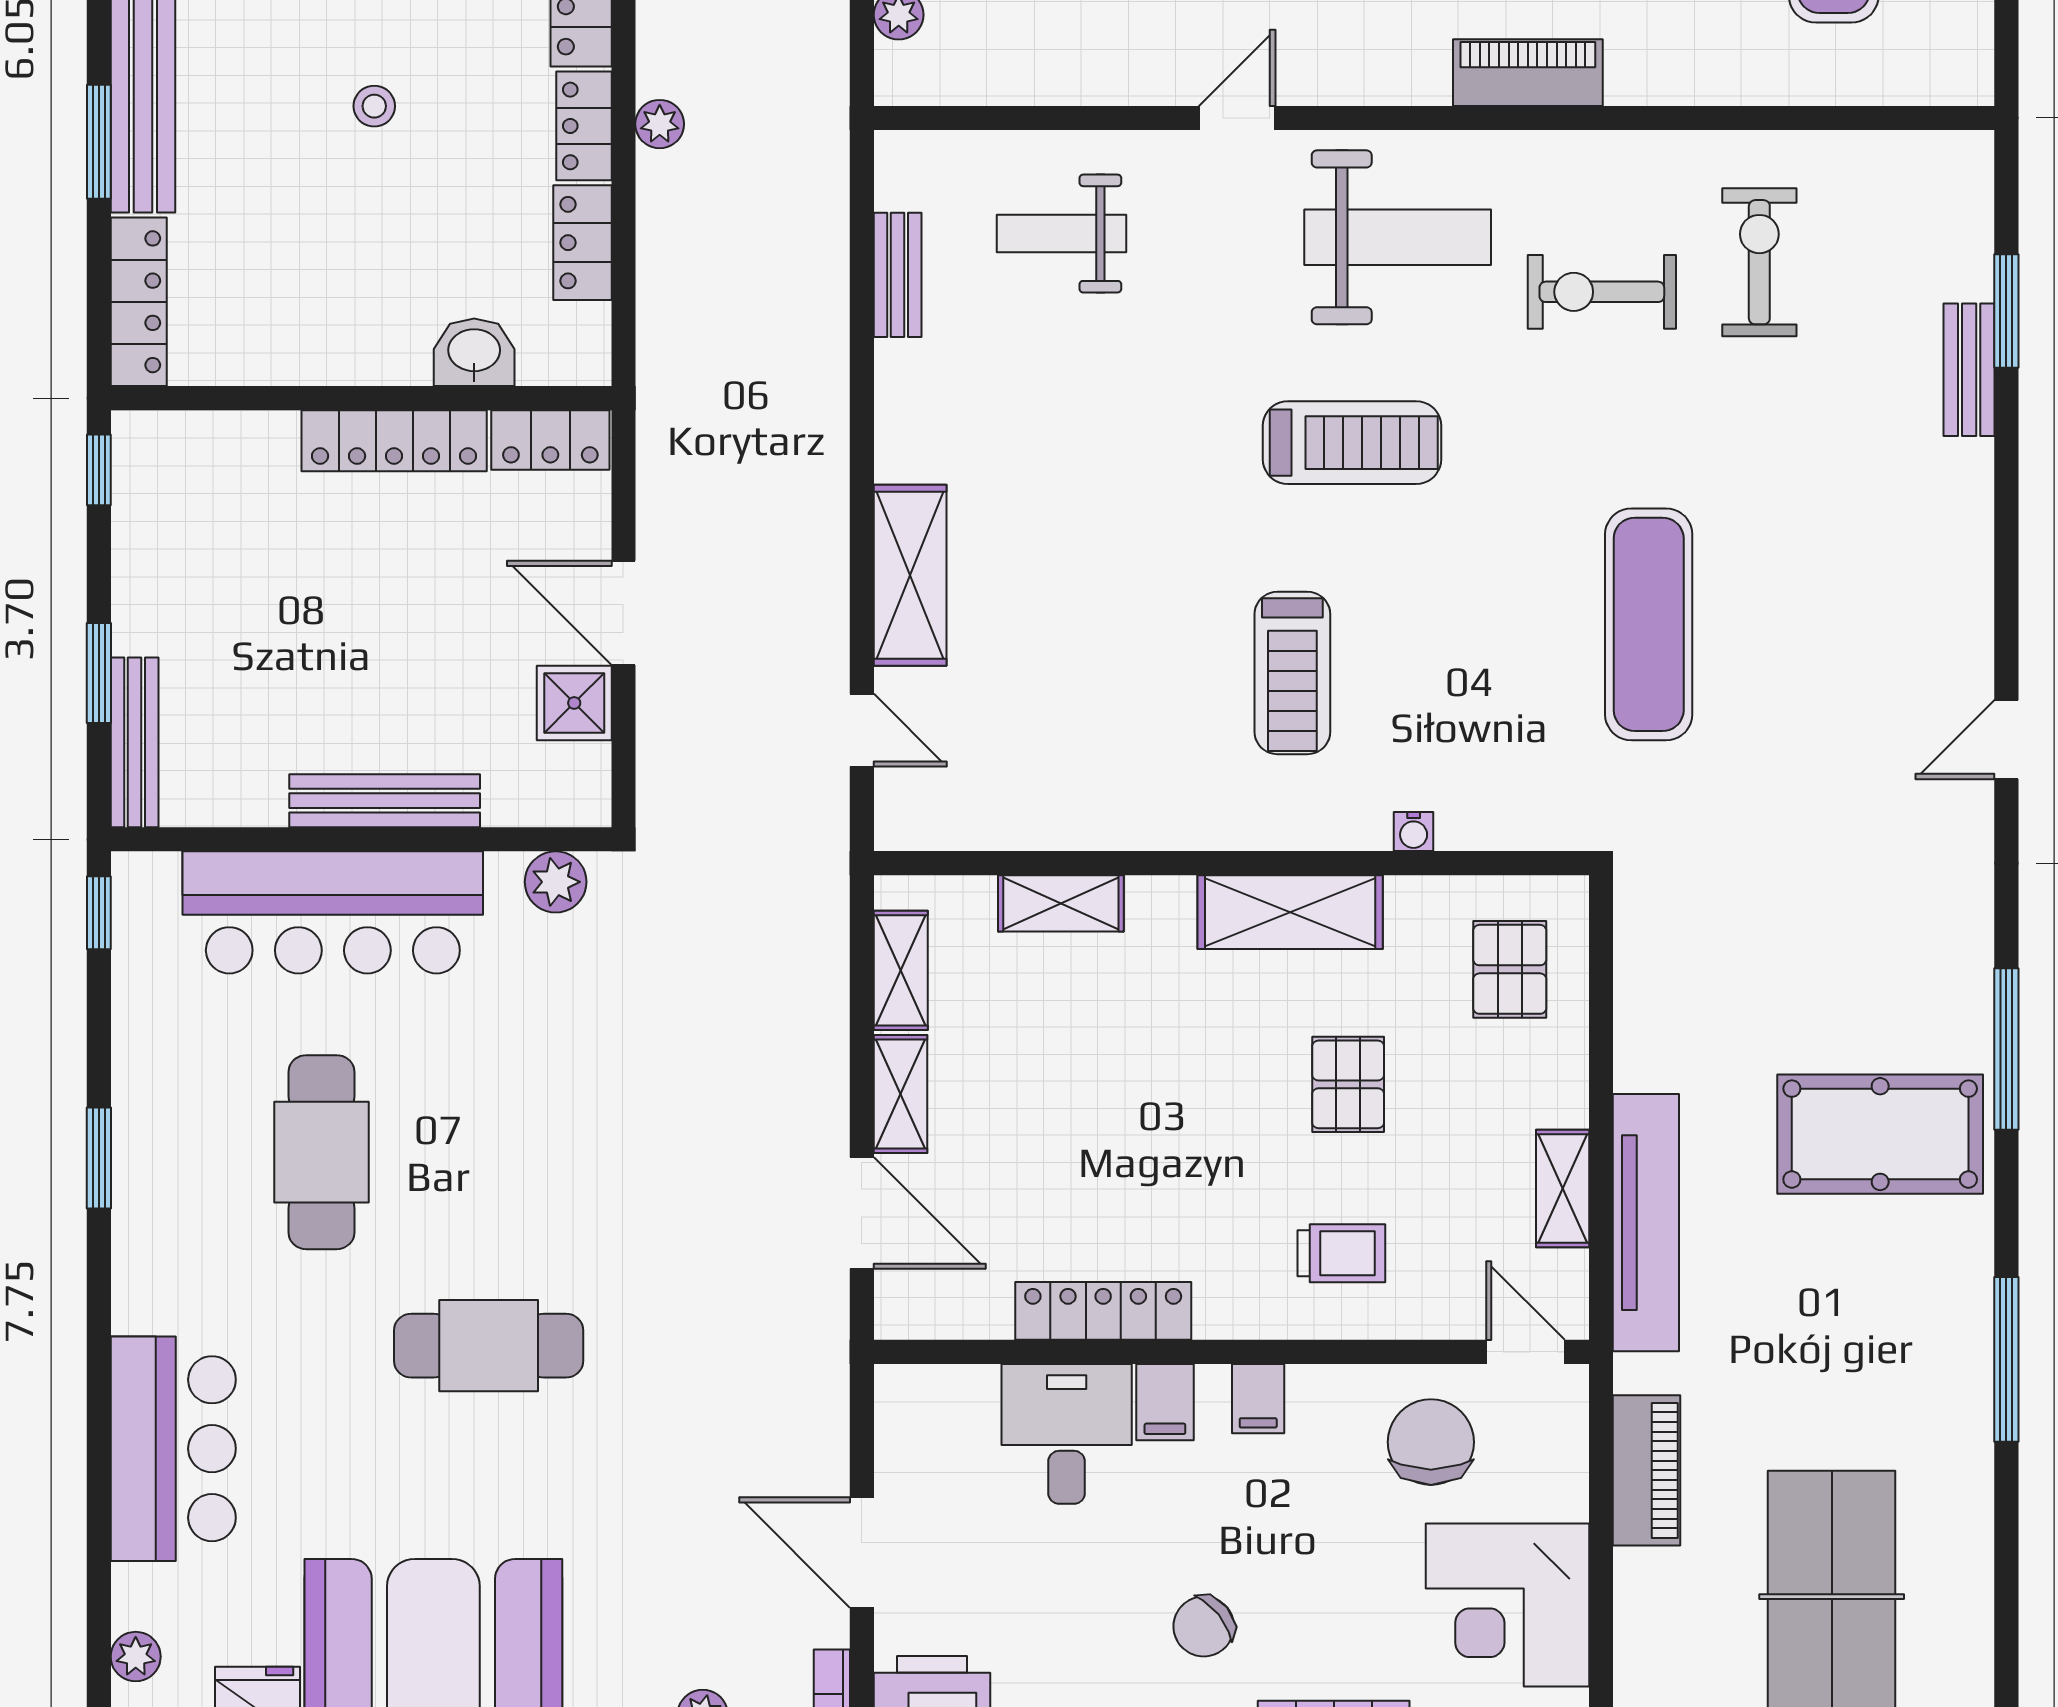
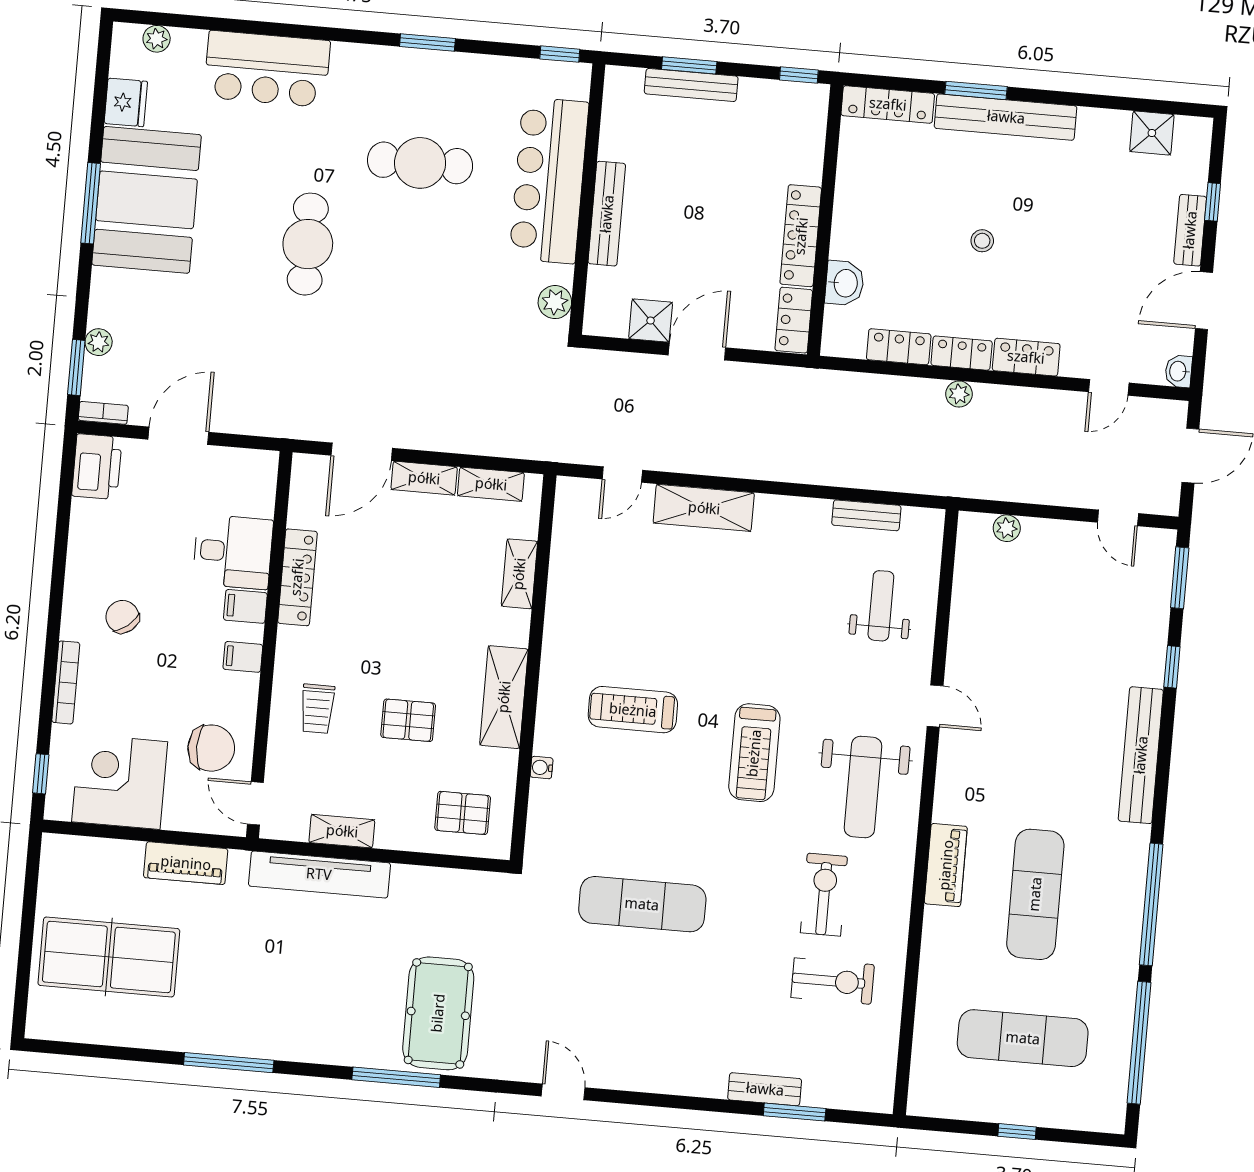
bench: (135, 742) -> (691, 85), moved
pool table: (1880, 1134) -> (438, 1013), moved
door: (1525, 1352) -> (255, 803), swing flipped

